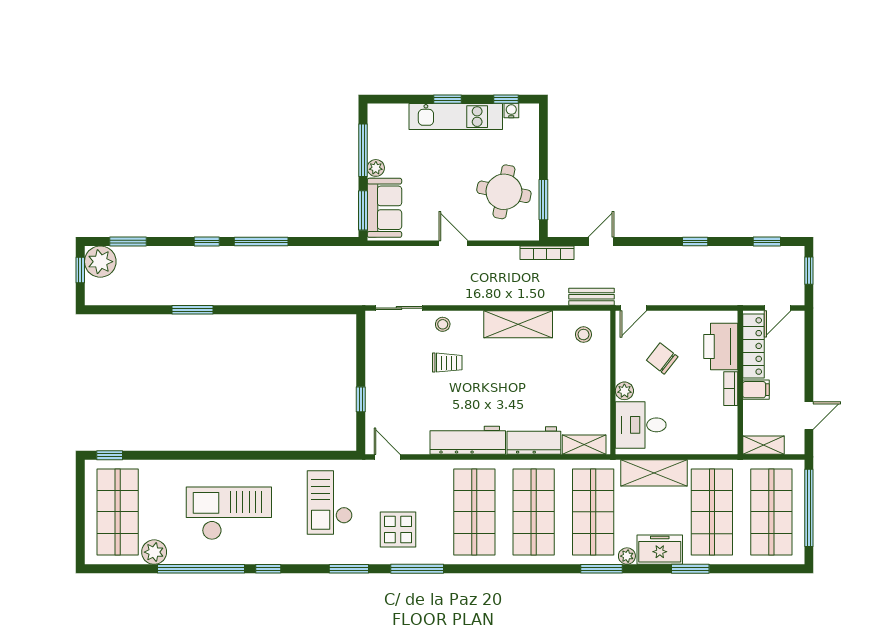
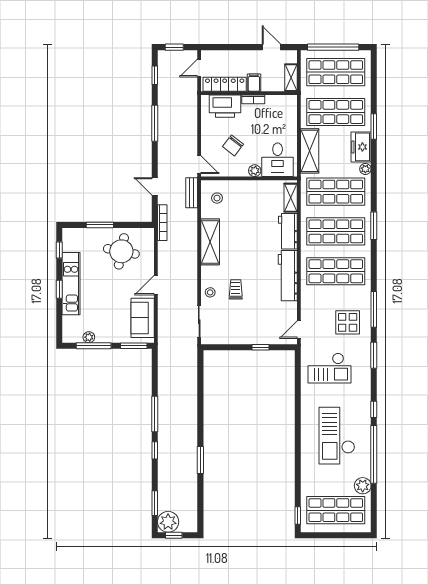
water cooler: (511, 111) -> (67, 246), removed
plant: (376, 168) -> (89, 337), moved
window: (543, 200) -> (100, 225), moved
sofa: (384, 208) -> (143, 318), moved, turned -90
window: (695, 242) -> (155, 123), width x2.17
door: (778, 308) -> (199, 68), swing flipped
window: (602, 569) -> (374, 226), moved

